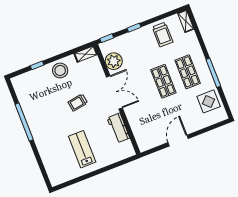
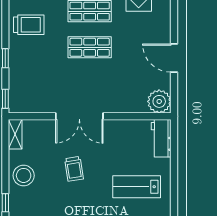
plant: (114, 61) -> (159, 101), moved
double door: (114, 92) -> (79, 116), swing flipped
workbench: (118, 128) -> (161, 138), moved, turned 90

